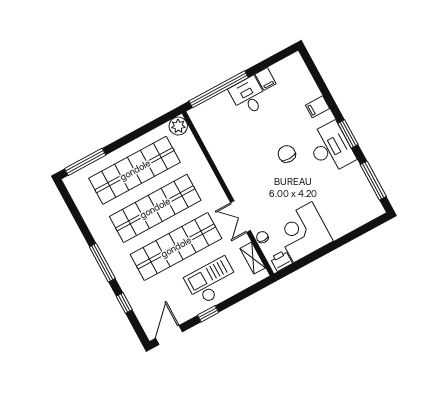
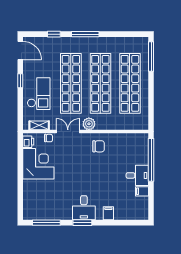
plant: (178, 126) -> (89, 124), moved
desk: (331, 148) -> (84, 208), width x0.73
chair: (287, 154) -> (99, 146), moved

